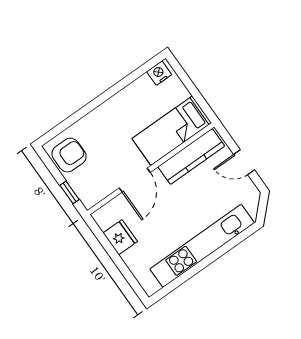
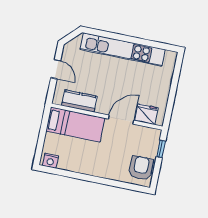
armchair: (69, 155) -> (141, 168), turned 90
kitchen counter: (191, 156) -> (79, 101), width x0.67
fridge: (120, 237) -> (146, 114), moved, turned 90

